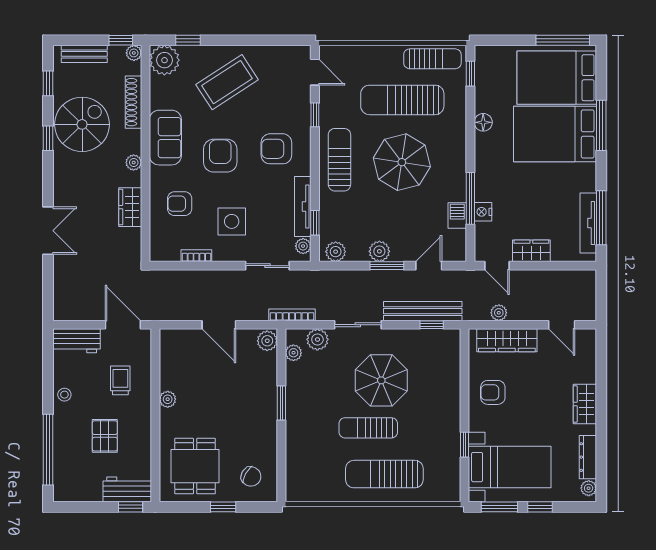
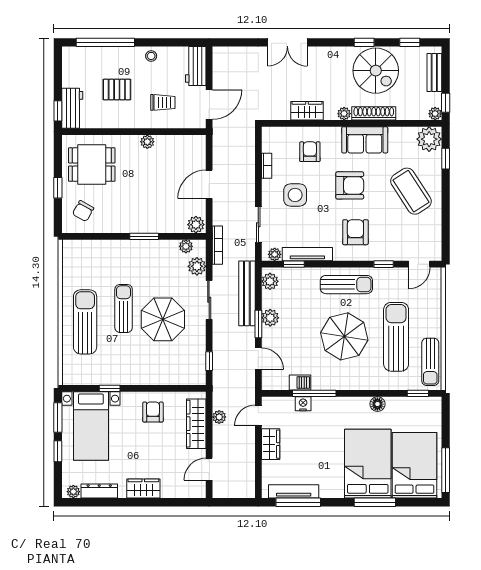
shoe rack: (133, 102) -> (374, 113), moved
bench: (423, 311) -> (247, 293), moved

